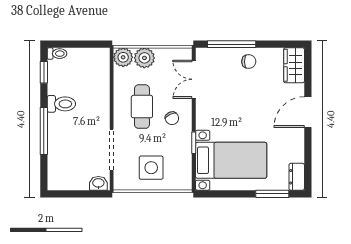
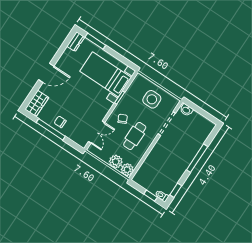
window: (71, 44) -> (151, 196), added
window: (232, 44) -> (51, 129), moved
toilet: (61, 104) -> (178, 167), removed

